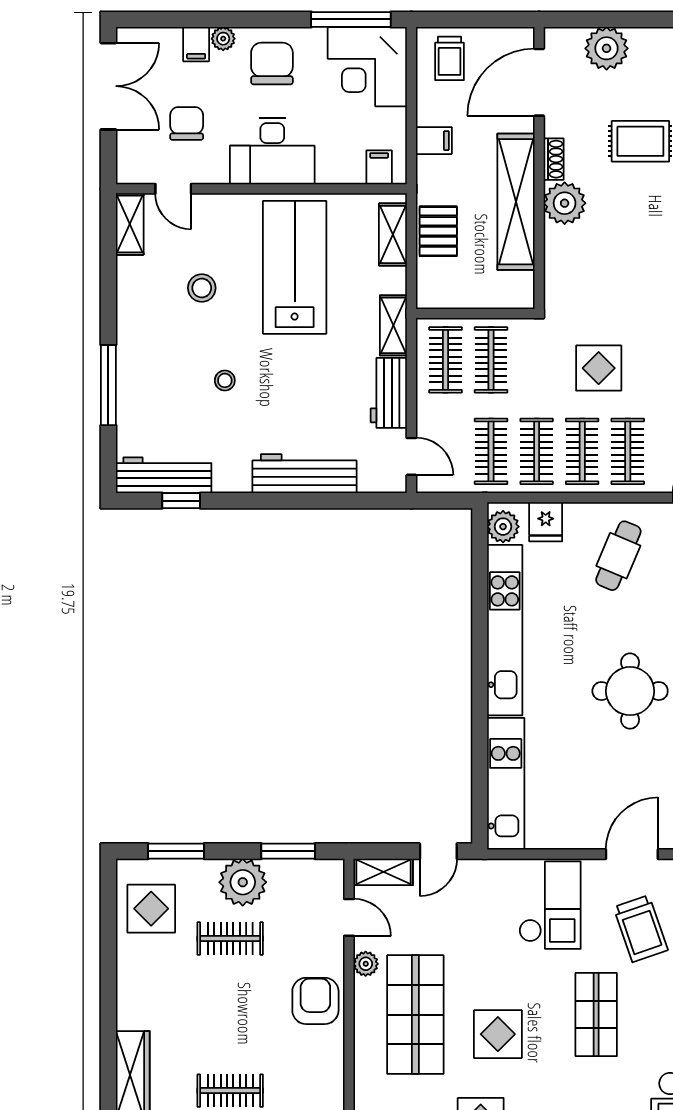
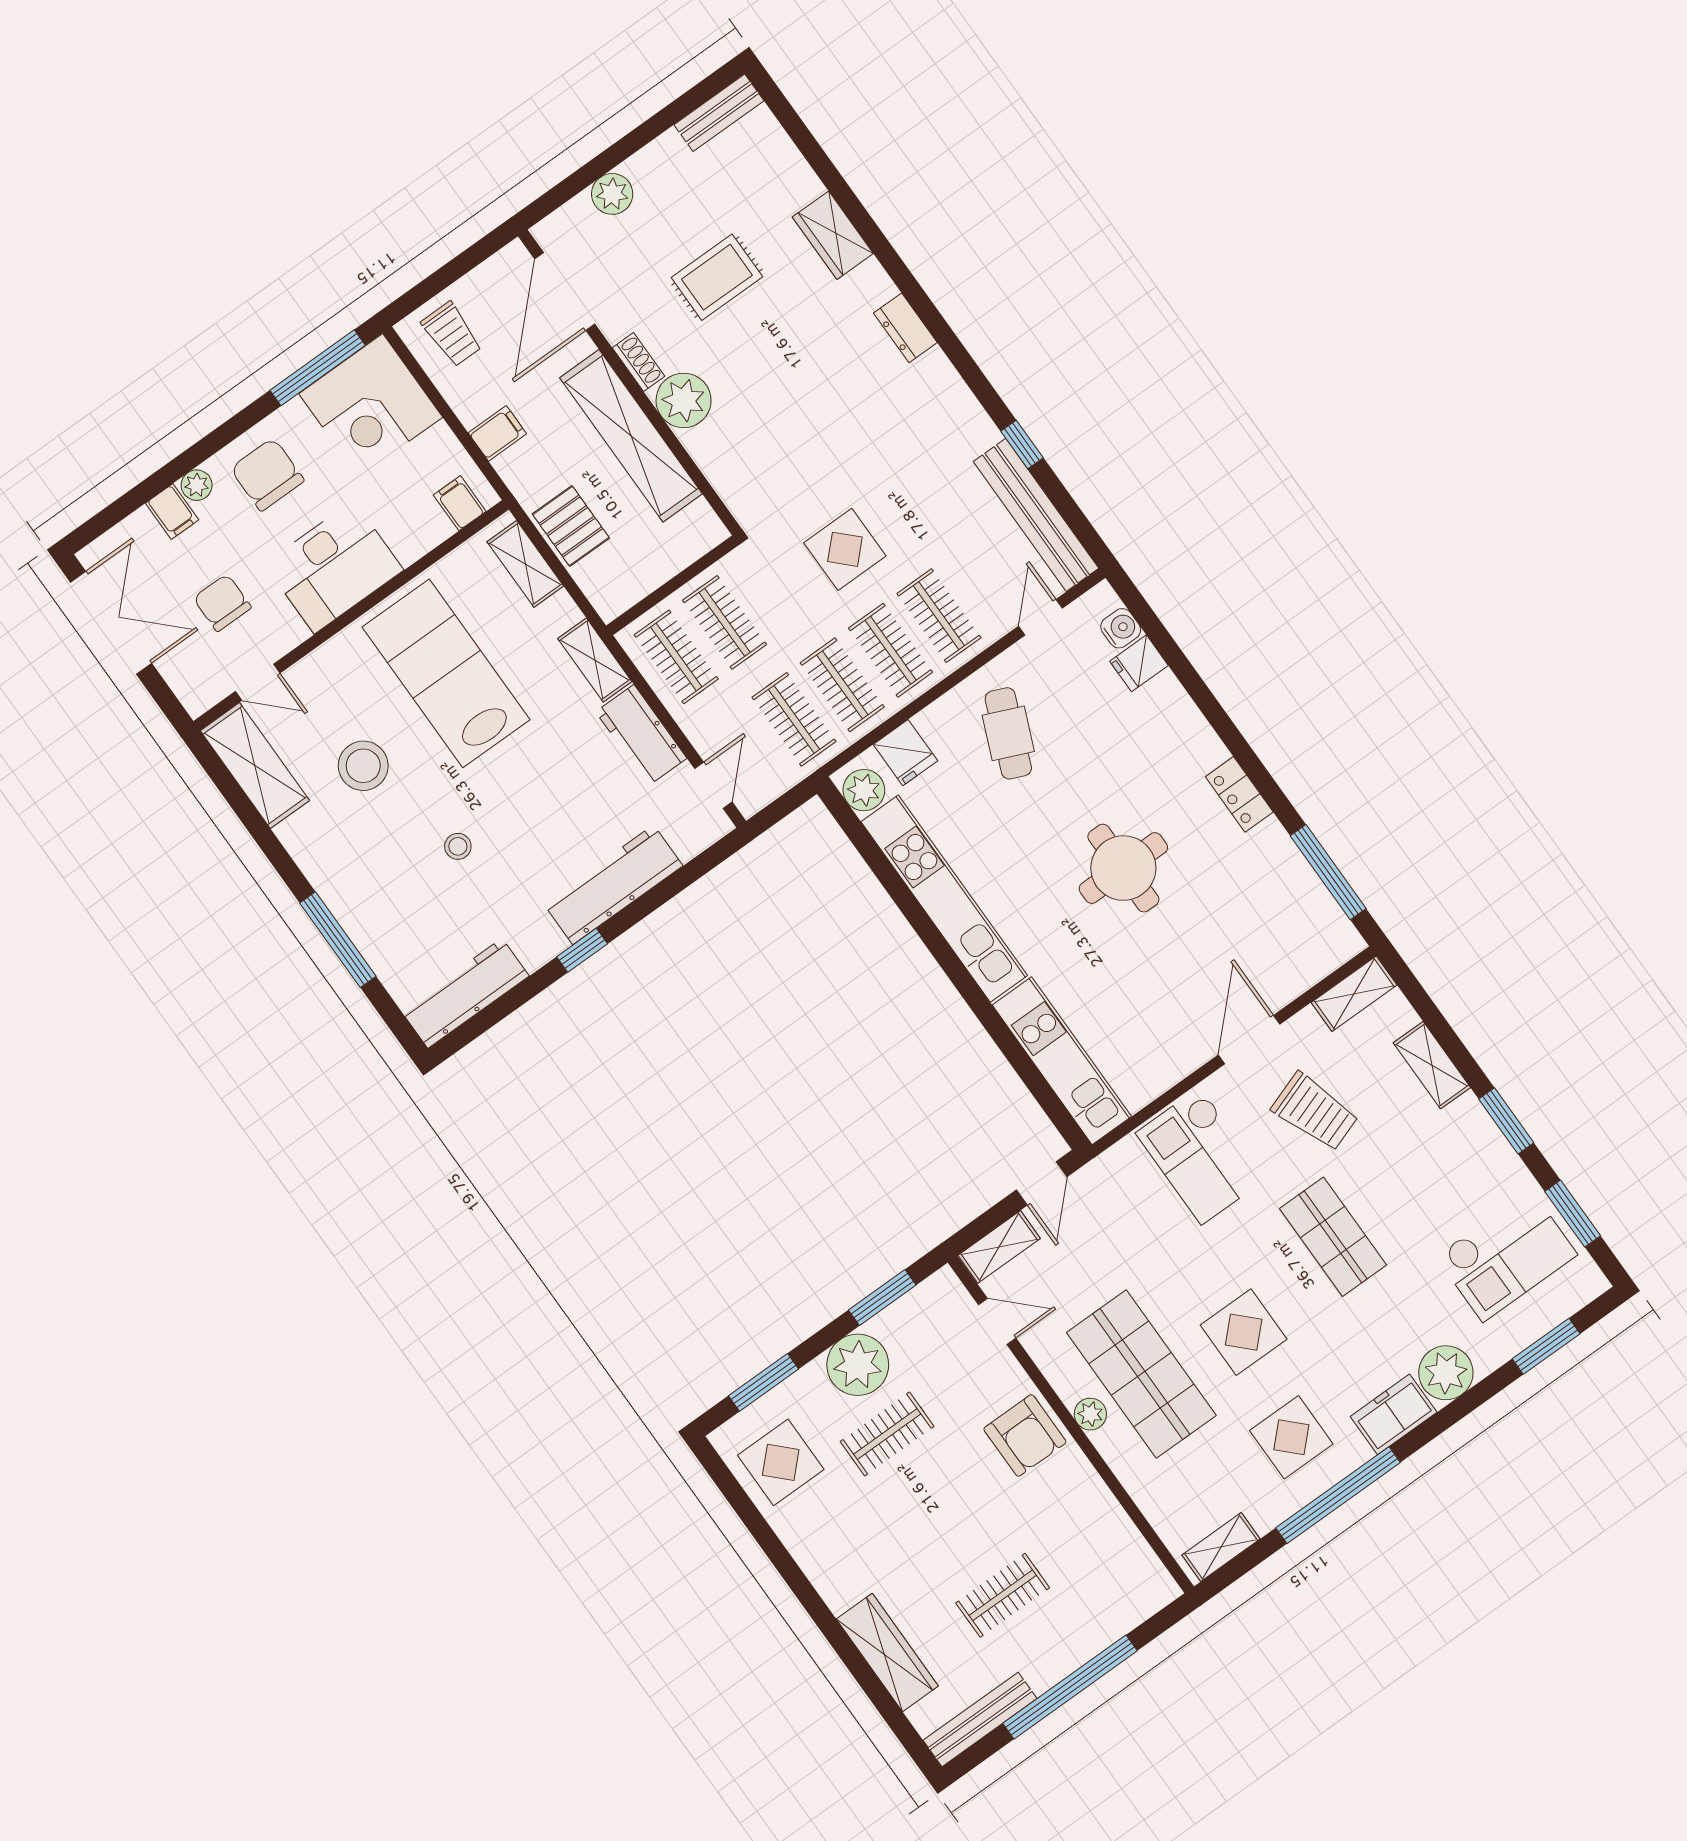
plant: (607, 48) -> (612, 194), width x0.73, depth x0.73
shelving: (130, 224) -> (255, 766), width x1.50, depth x1.33
stool: (202, 288) -> (363, 766), width x1.38, depth x1.38
door: (411, 456) -> (713, 785), hinge flipped
window: (181, 501) -> (582, 950), moved
checkout: (550, 905) -> (1201, 1156), turned 180
plant: (366, 964) -> (1090, 1414), moved
armchair: (315, 1001) -> (1025, 1435), turned 180

